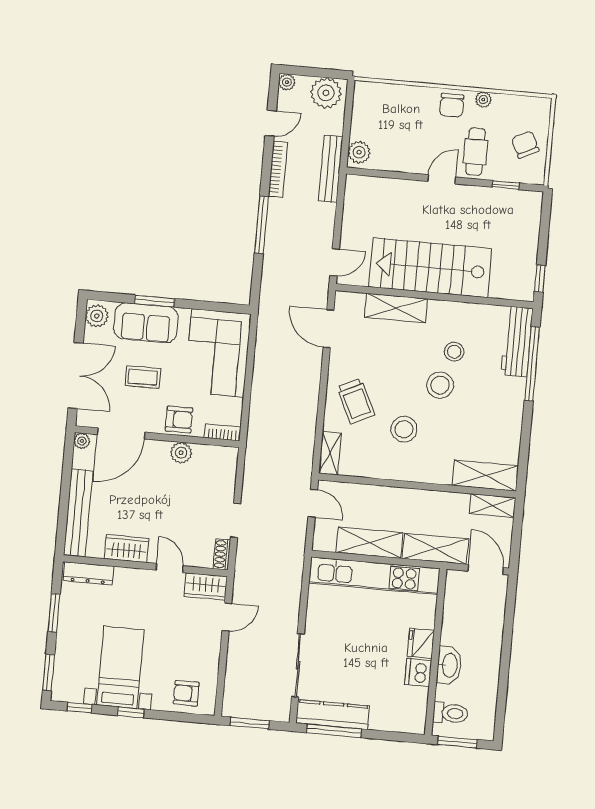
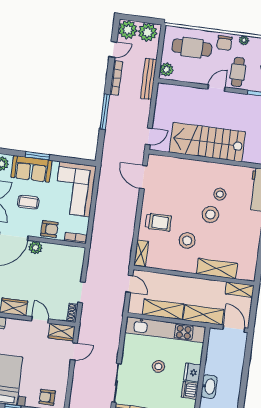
plant: (287, 82) -> (128, 30), width x1.88, depth x1.88
cafe table: (399, 115) -> (192, 48), added
shelving: (396, 308) -> (185, 166), removed
trolley: (356, 401) -> (158, 222), turned -64
plant: (181, 453) -> (35, 248), moved
shelving: (485, 476) -> (217, 269), moved
stool: (365, 636) -> (158, 366), added

